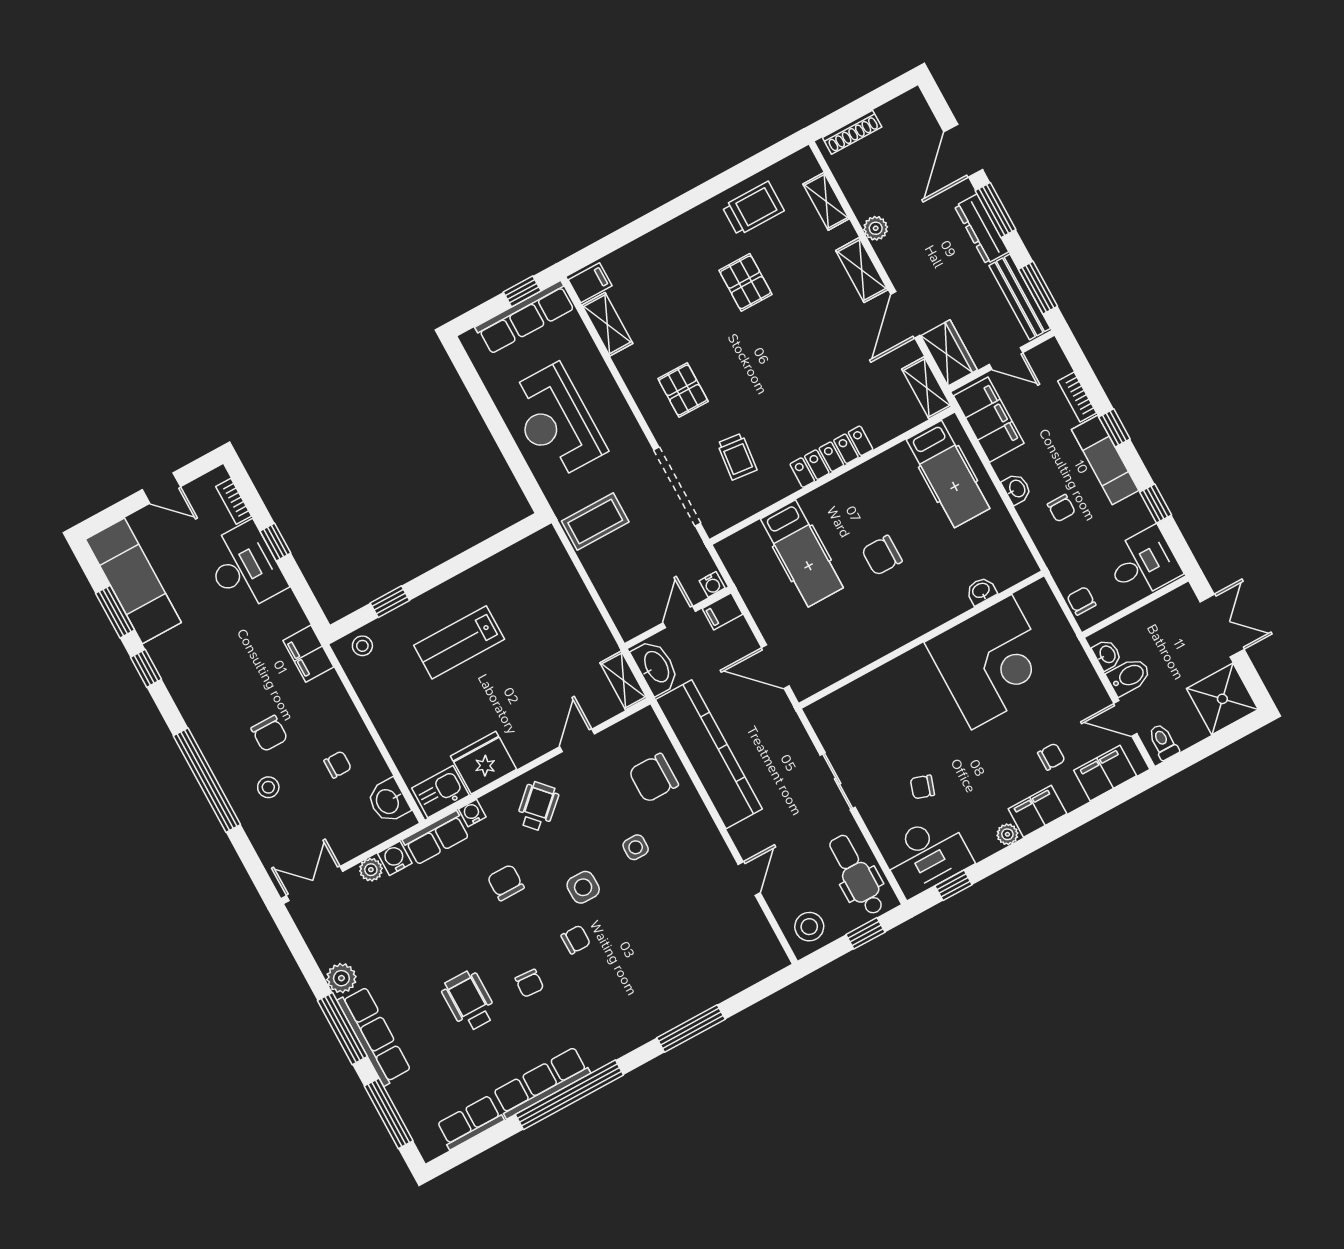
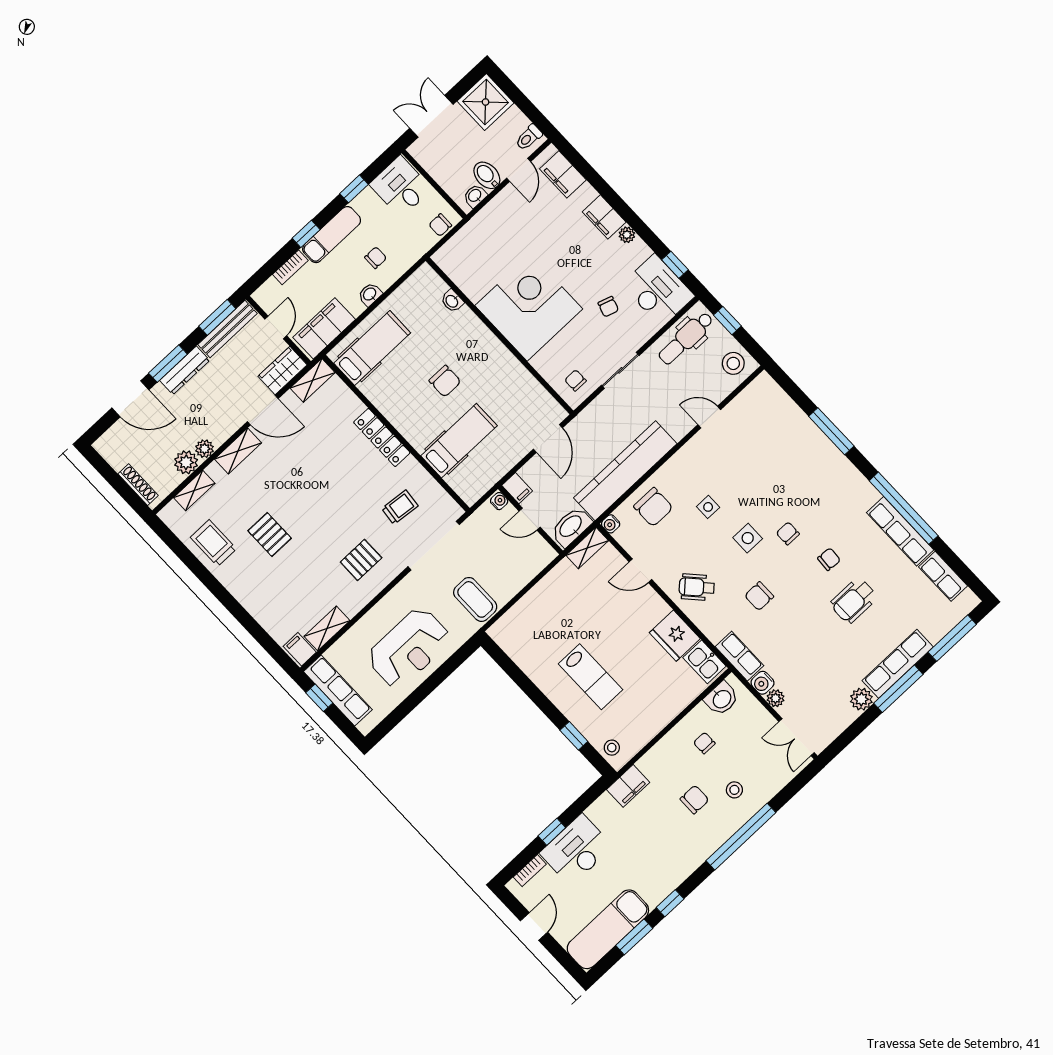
plant: (864, 200) -> (186, 462), added
pallet: (745, 282) -> (270, 534), turned 90
corner desk: (992, 662) -> (529, 307), moved
chair: (1051, 757) -> (575, 380), moved
water cooler: (472, 813) -> (611, 524), moved

